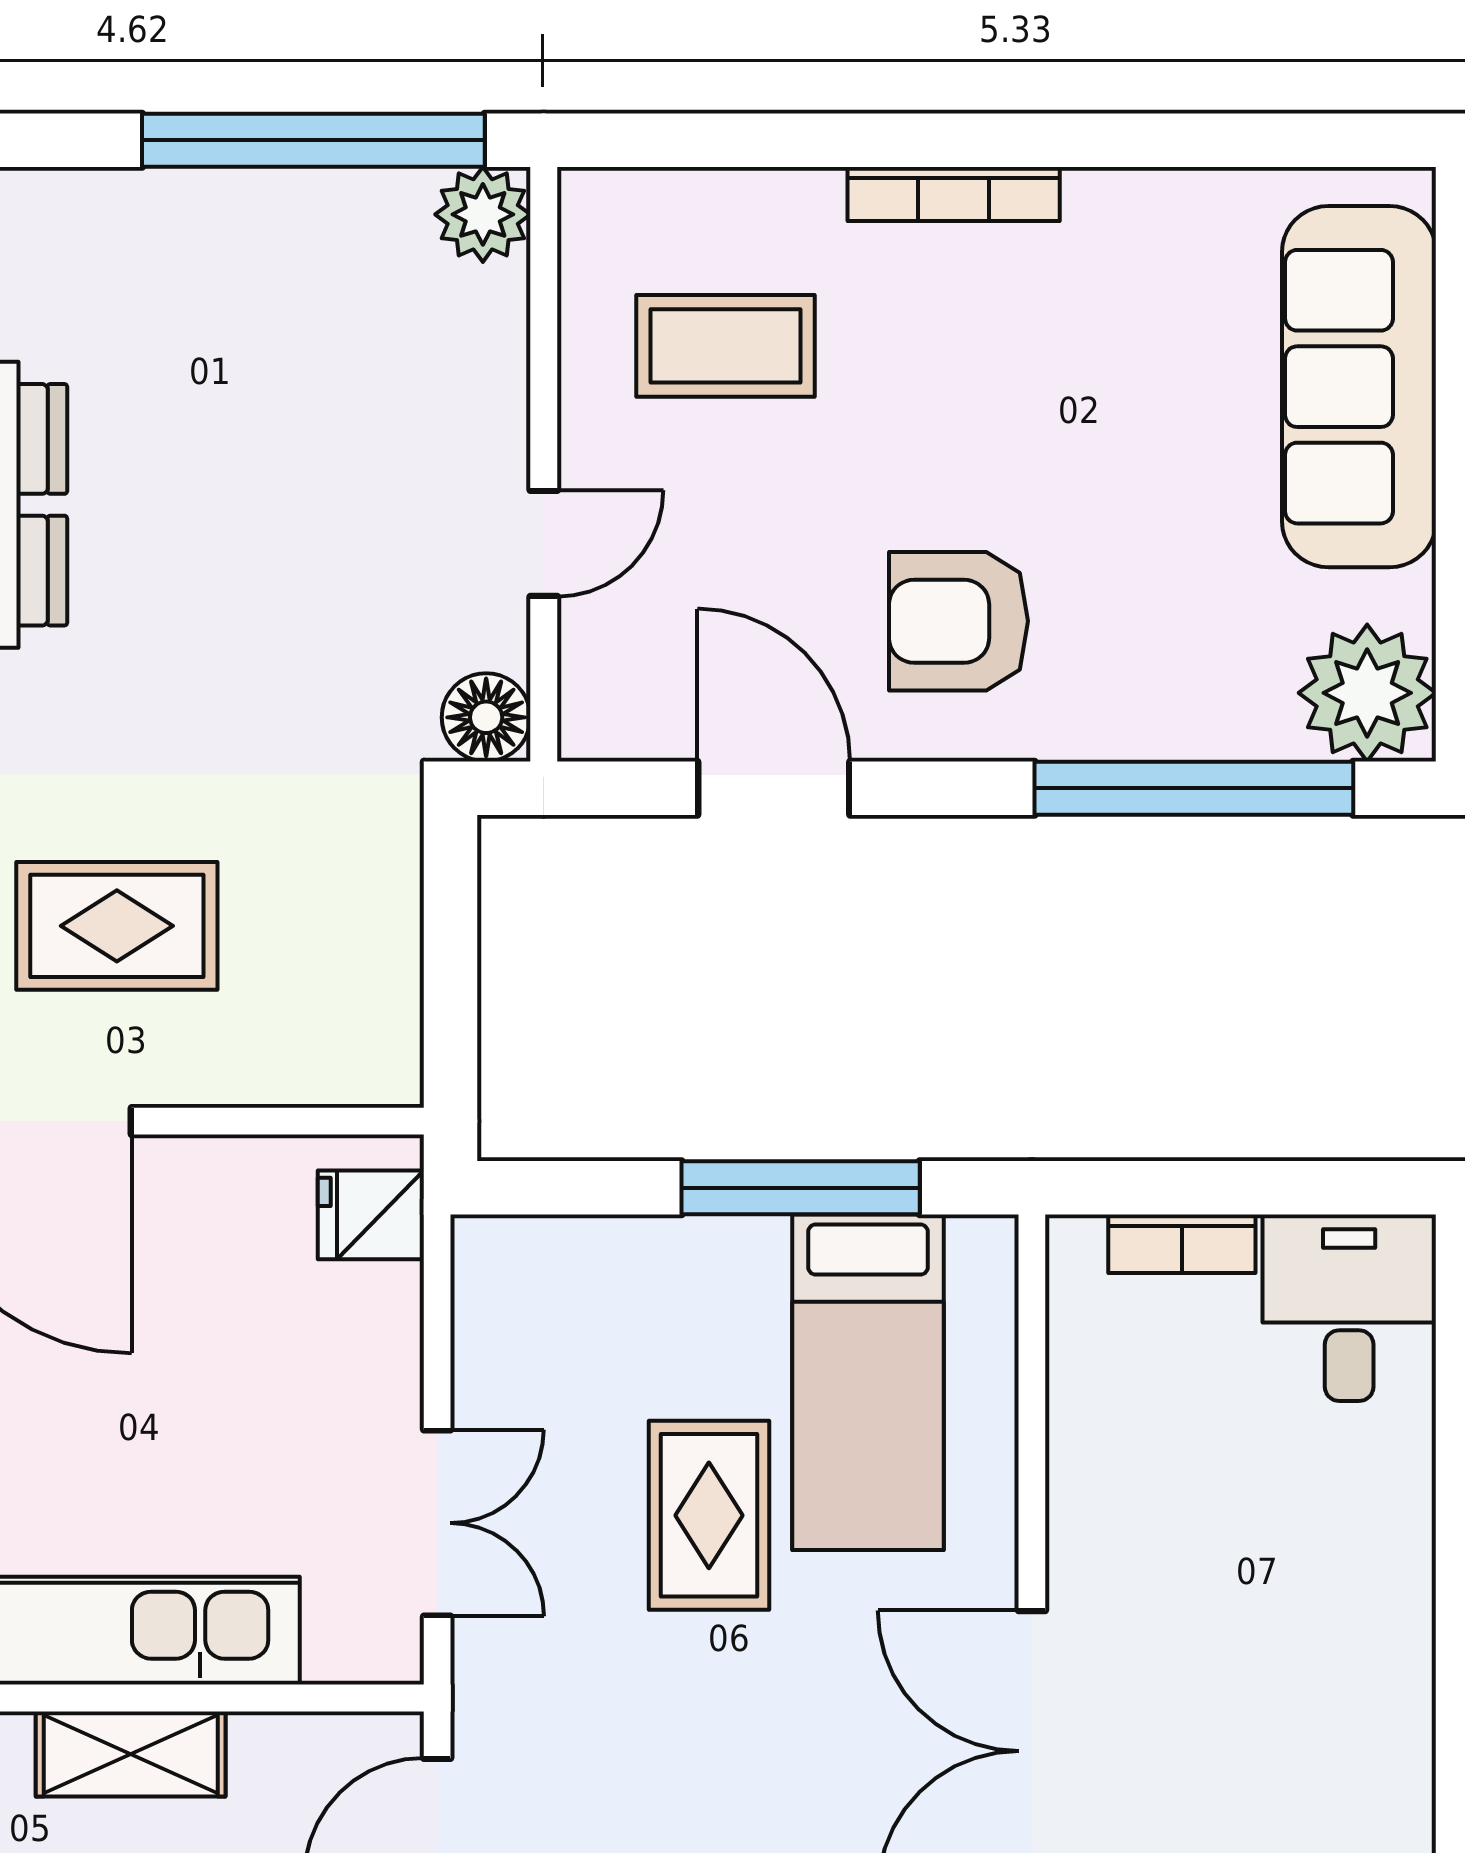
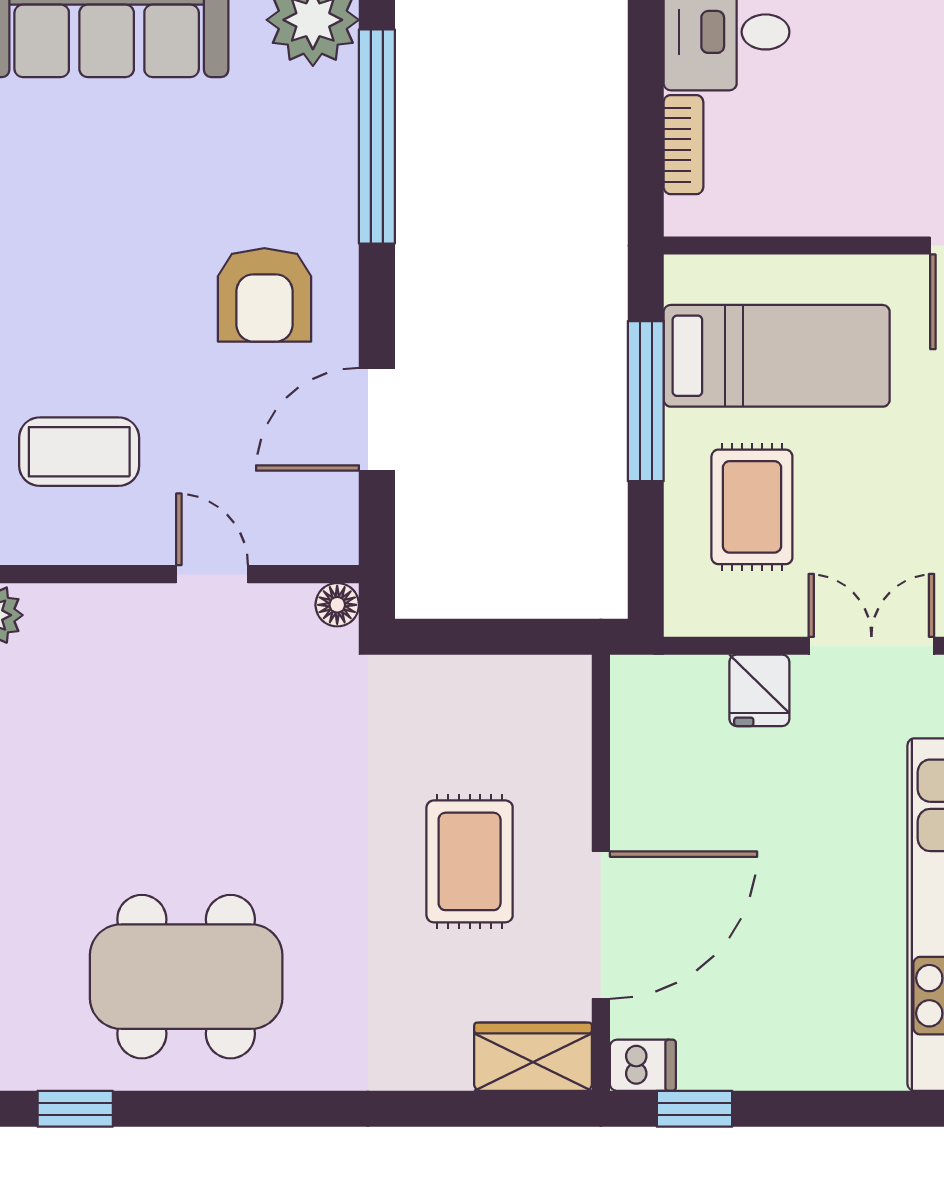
coffee table: (725, 346) -> (79, 452), turned 90
floor lamp: (486, 717) -> (337, 605), width x0.73, depth x0.73
fridge: (371, 1215) -> (759, 690), moved
rug: (709, 1515) -> (752, 507), moved, turned 90

